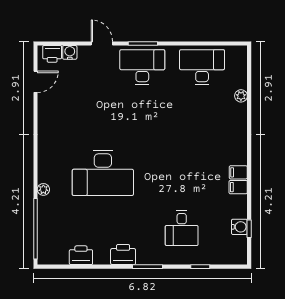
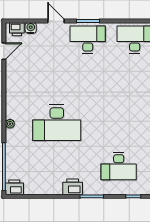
plant: (43, 189) -> (10, 124), moved
desk: (182, 228) -> (119, 166), width x1.37
printer: (81, 255) -> (14, 187), moved

